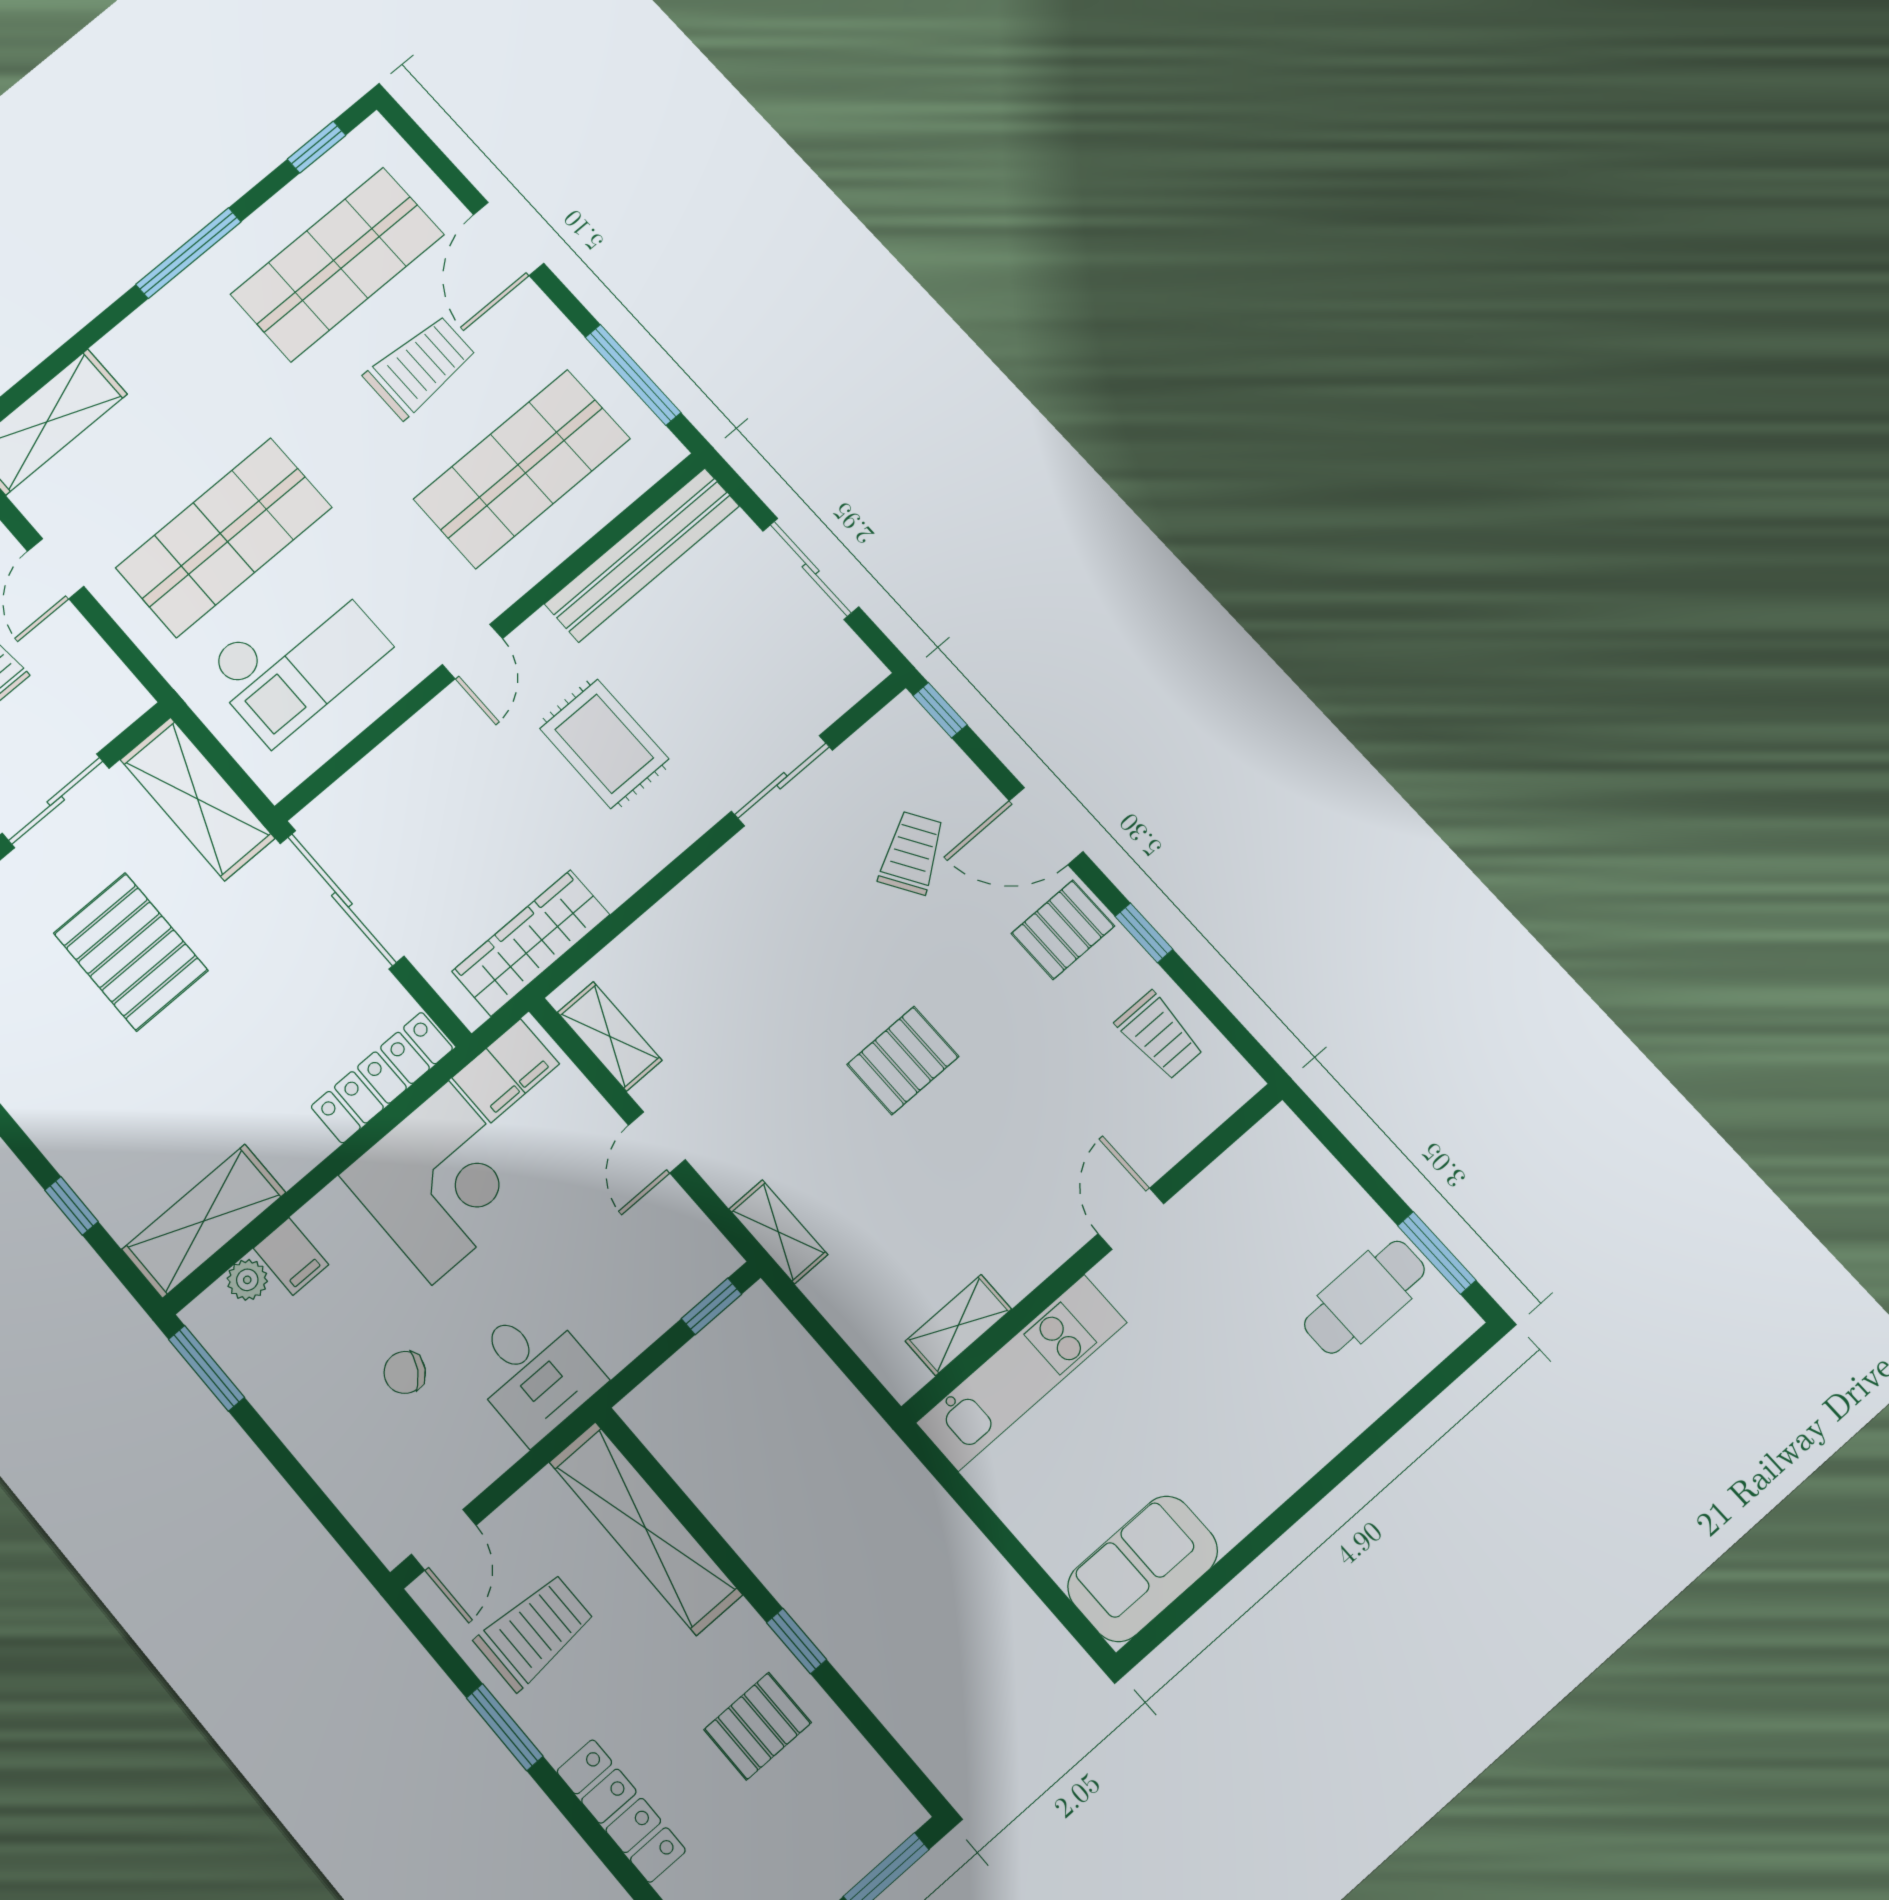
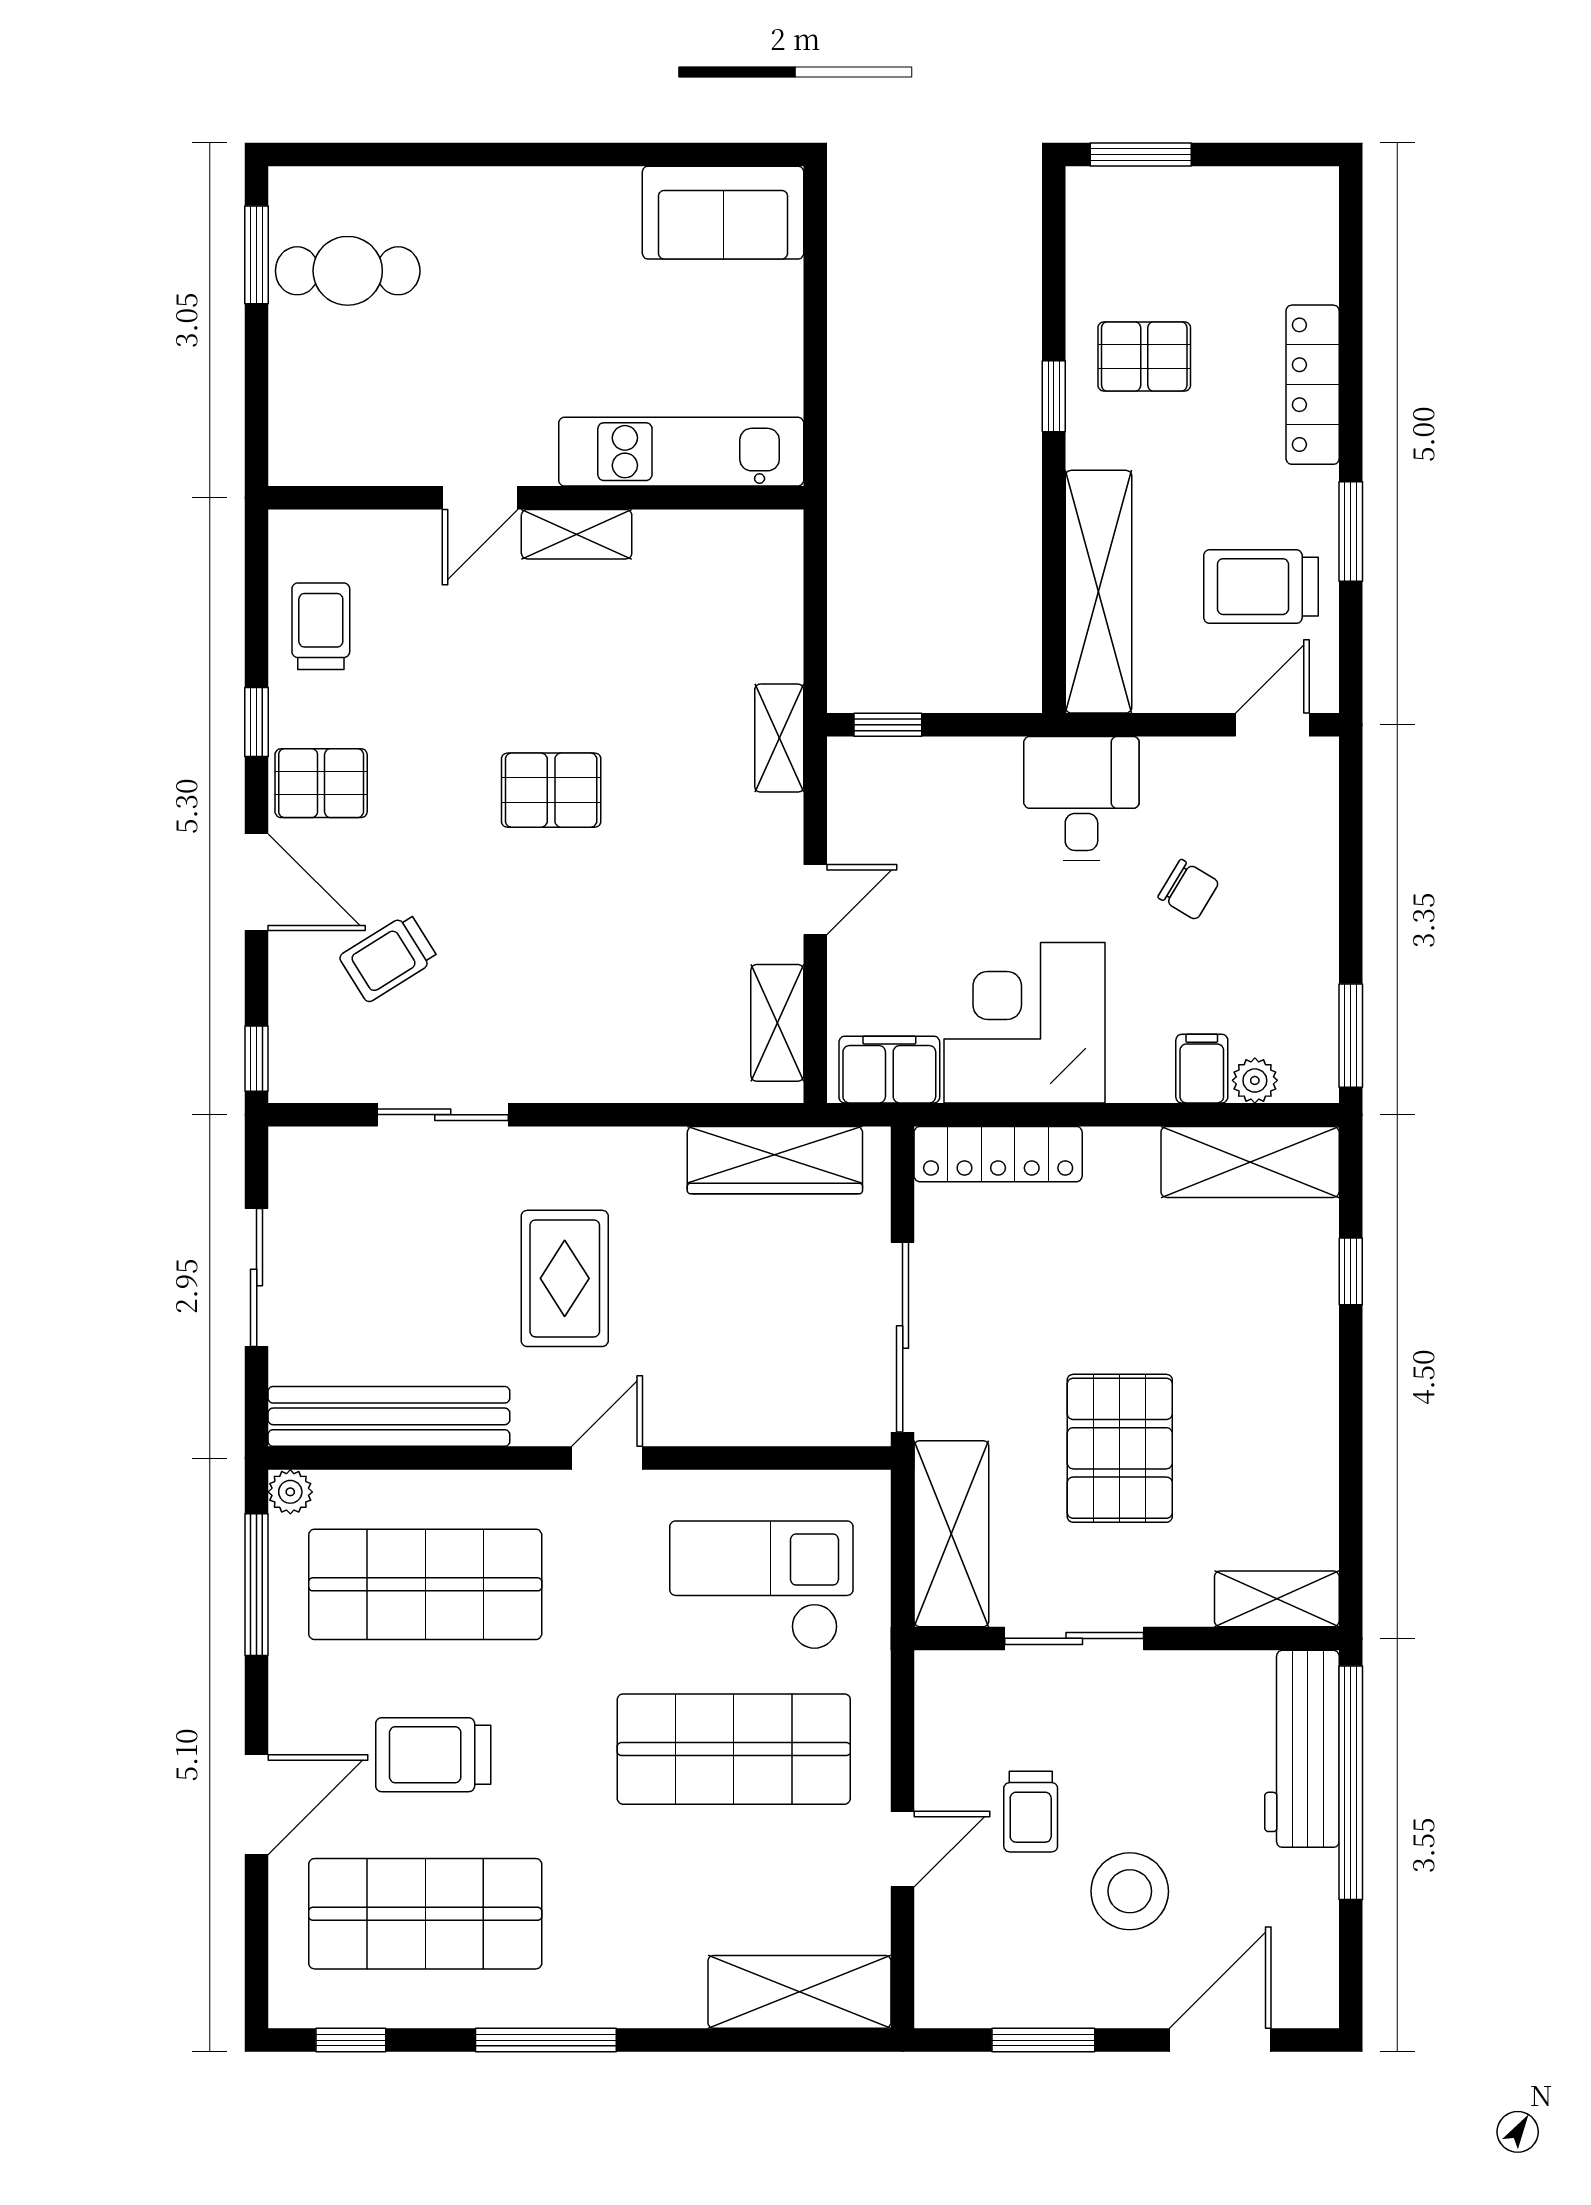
plant: (664, 452) -> (290, 1492), added
shelving: (958, 1325) -> (577, 534), moved

